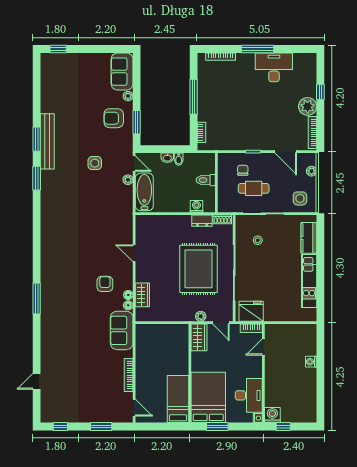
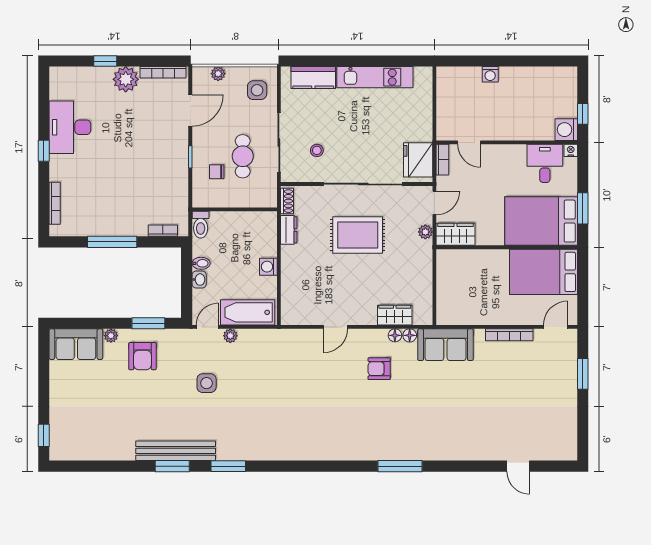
window: (258, 49) -> (44, 151), width x0.46
toilet: (206, 180) -> (201, 225), moved
washing machine: (196, 206) -> (268, 267), moved
rug: (198, 269) -> (358, 235), width x0.73, depth x0.69
desk: (249, 395) -> (545, 163), width x0.73
bed: (178, 399) -> (543, 272), width x1.50
window: (60, 427) -> (583, 432), removed

